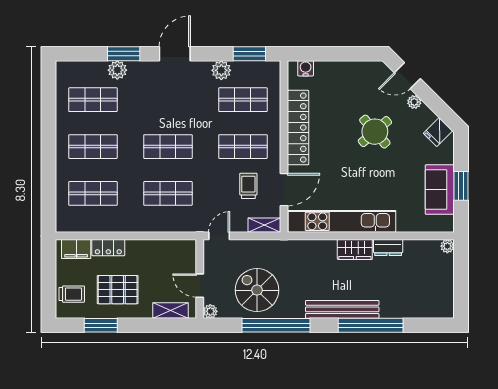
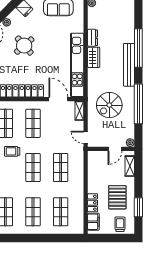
trolley: (248, 186) -> (12, 151), moved
spiral stairs: (257, 290) -> (109, 105), moved

